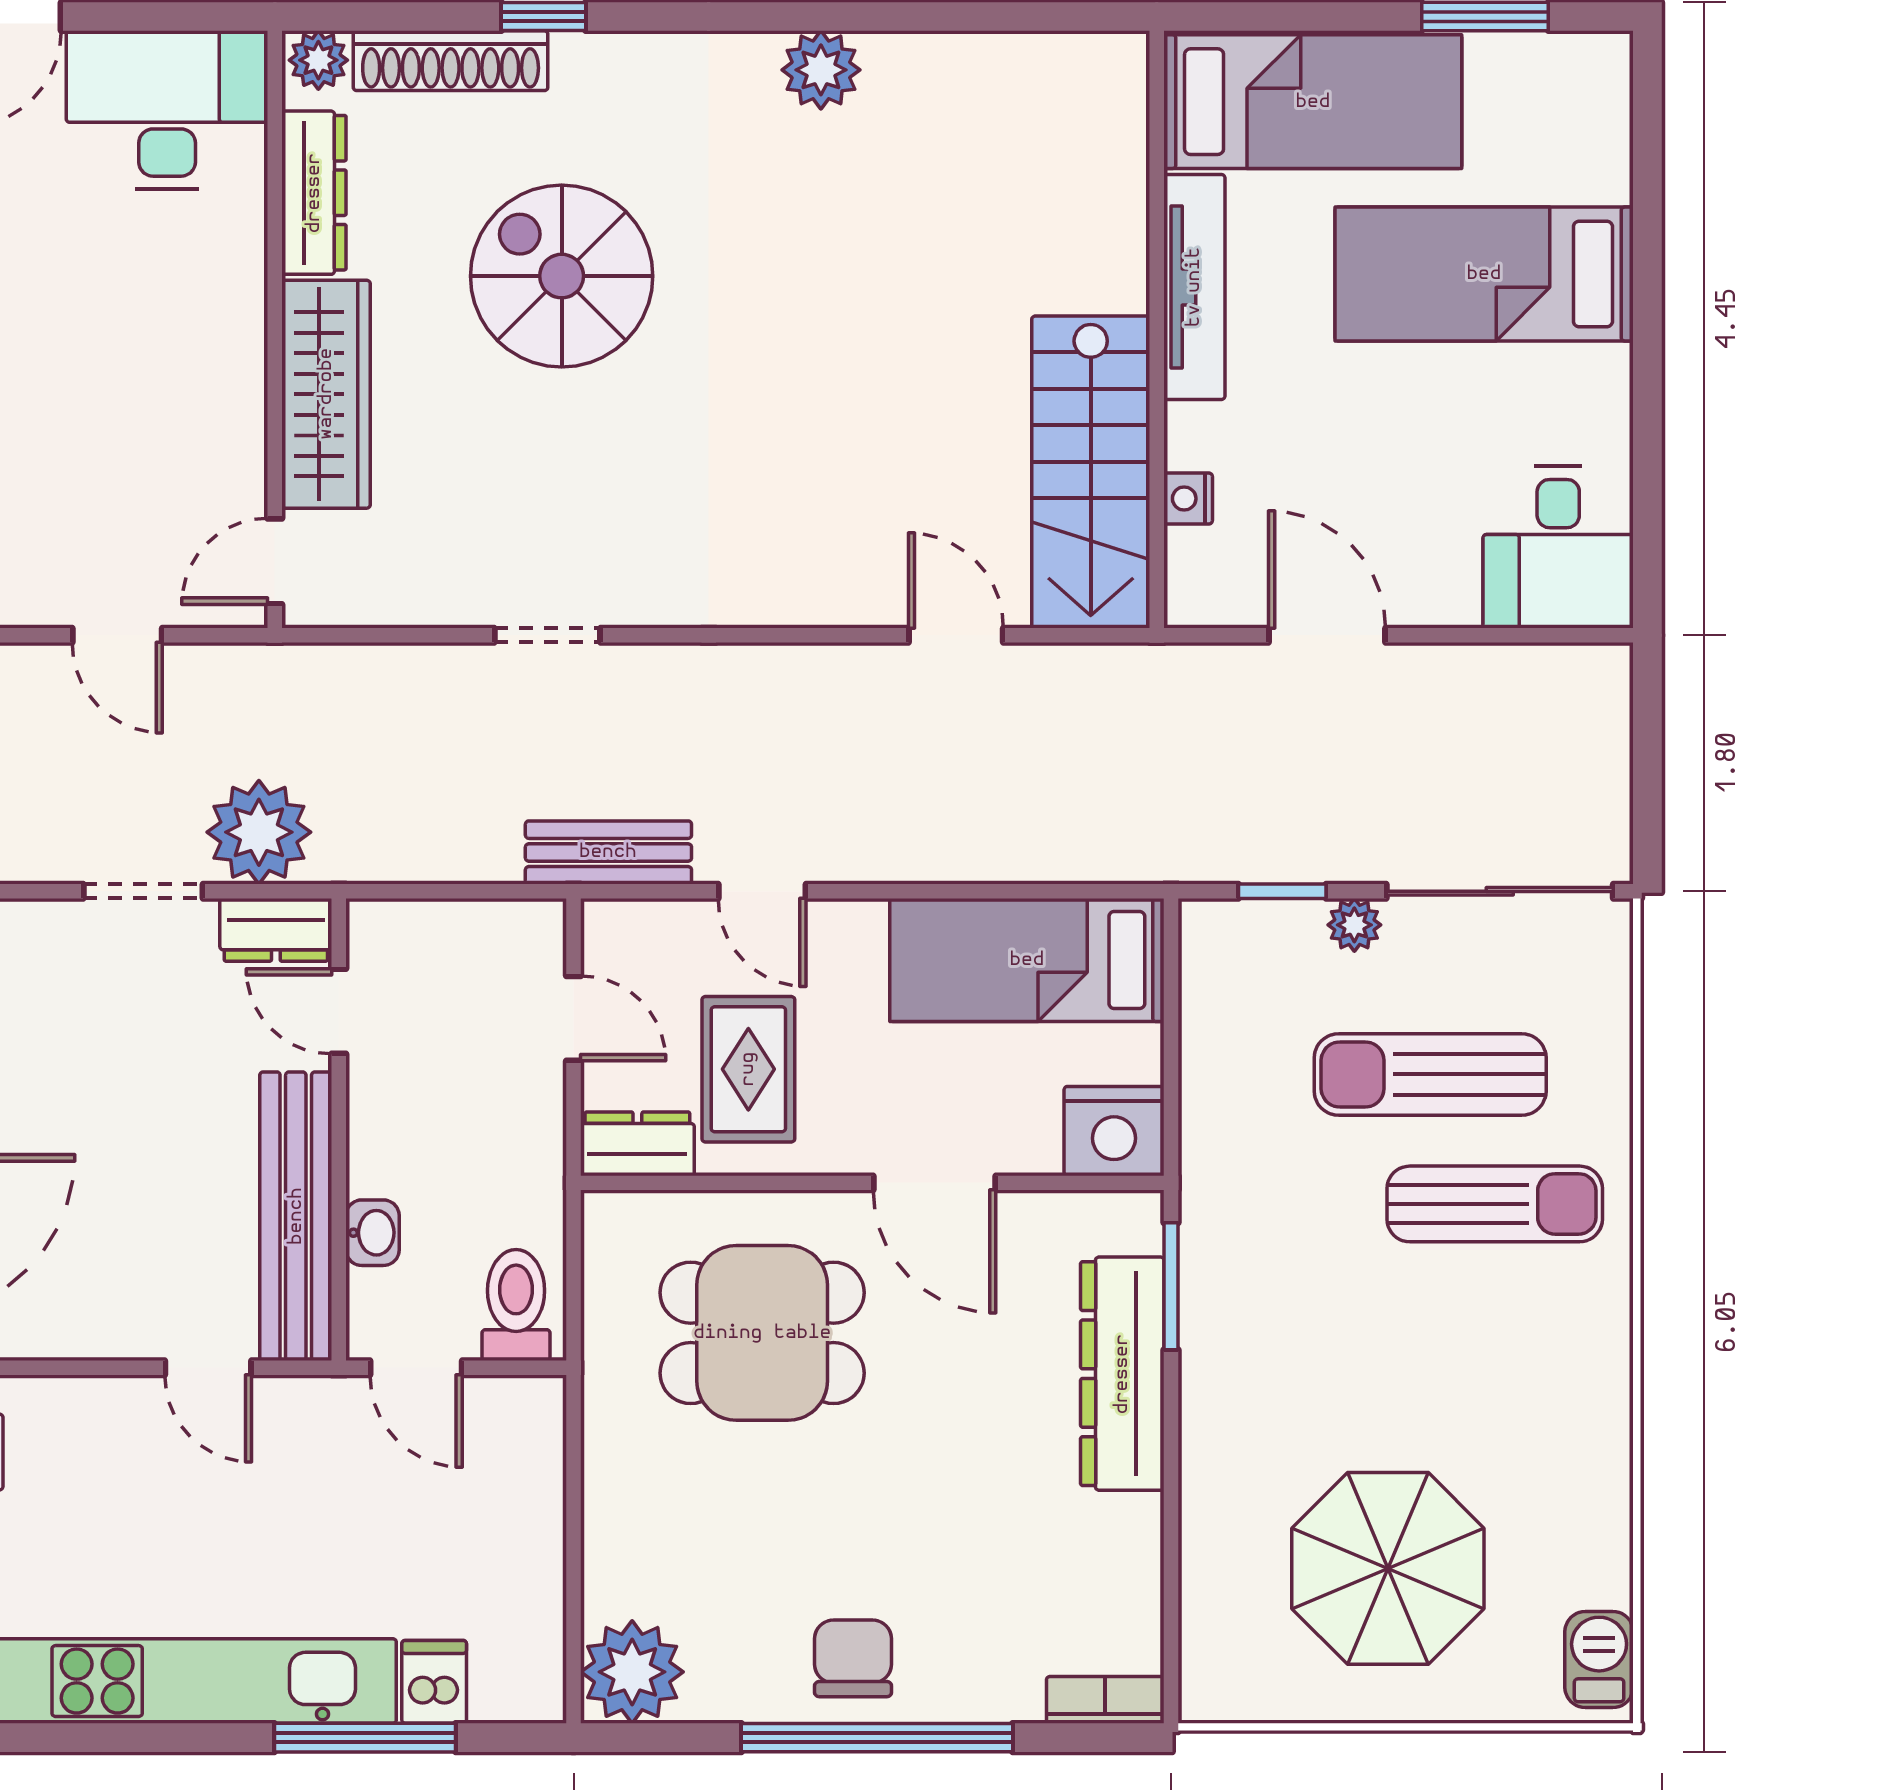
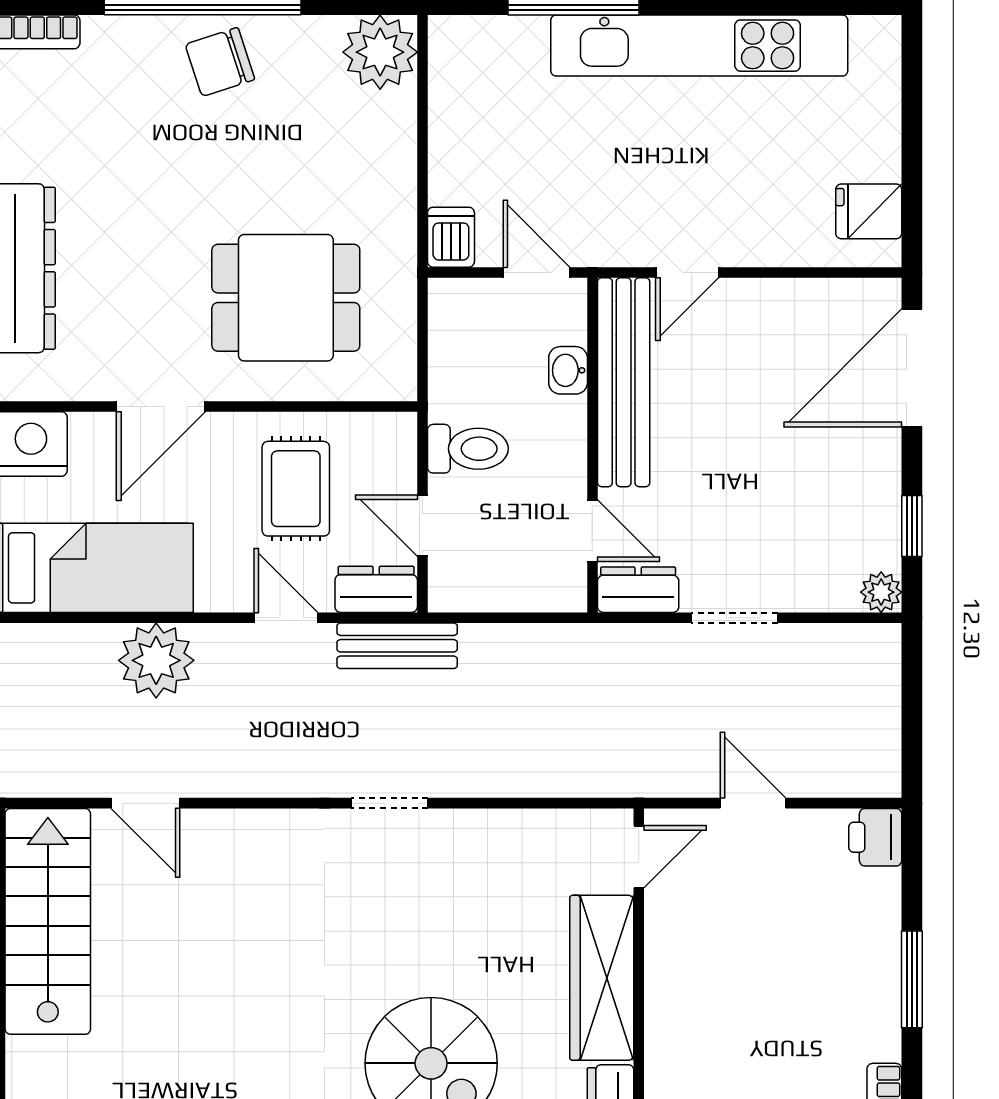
doorway: (547, 635) -> (390, 803), moved
plant: (259, 832) -> (156, 660), moved
dresser: (637, 1144) -> (376, 589), moved, turned 180
door: (935, 1183) -> (161, 406), swing flipped
toilet: (516, 1305) -> (468, 449), moved, turned -90
door: (208, 1368) -> (687, 272), swing flipped
chair: (853, 1658) -> (220, 62), turned 72
dishwasher: (434, 1682) -> (451, 237), moved, turned 180

